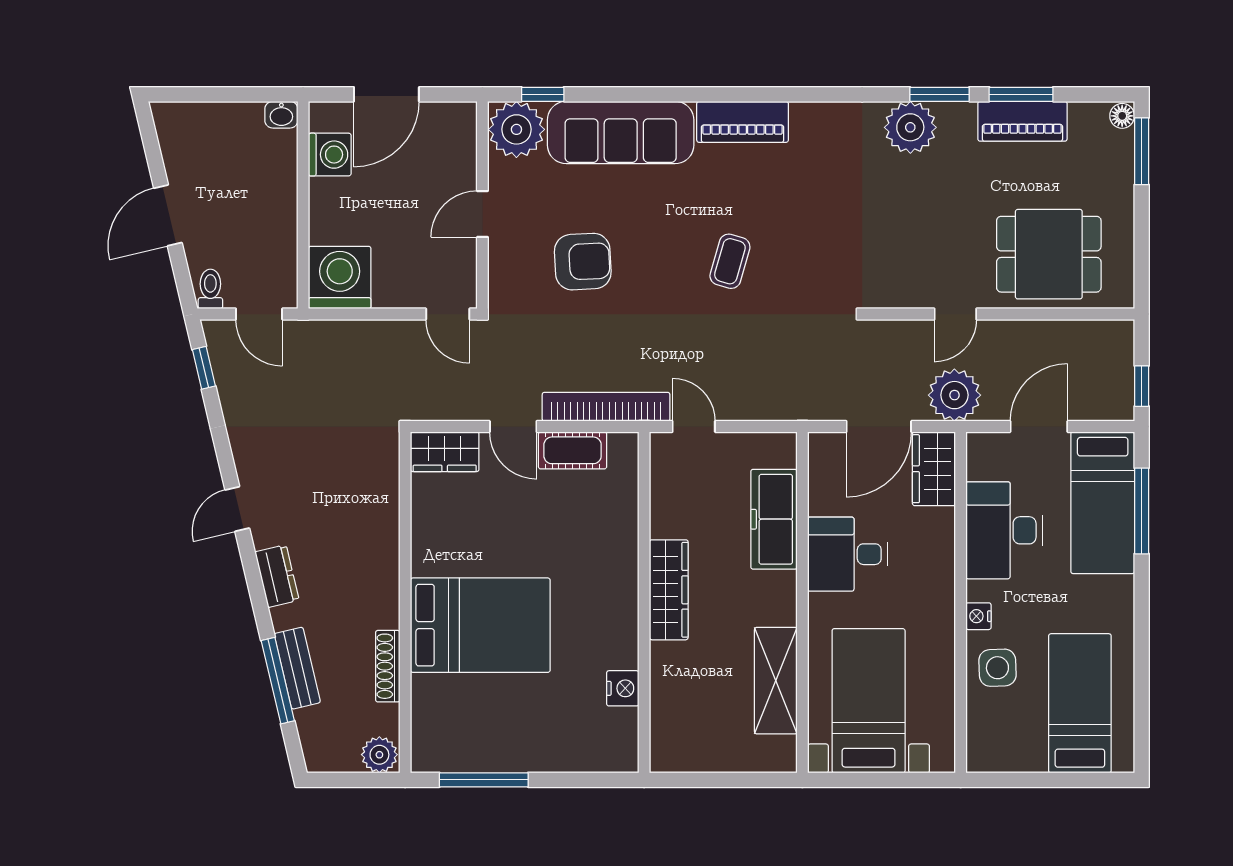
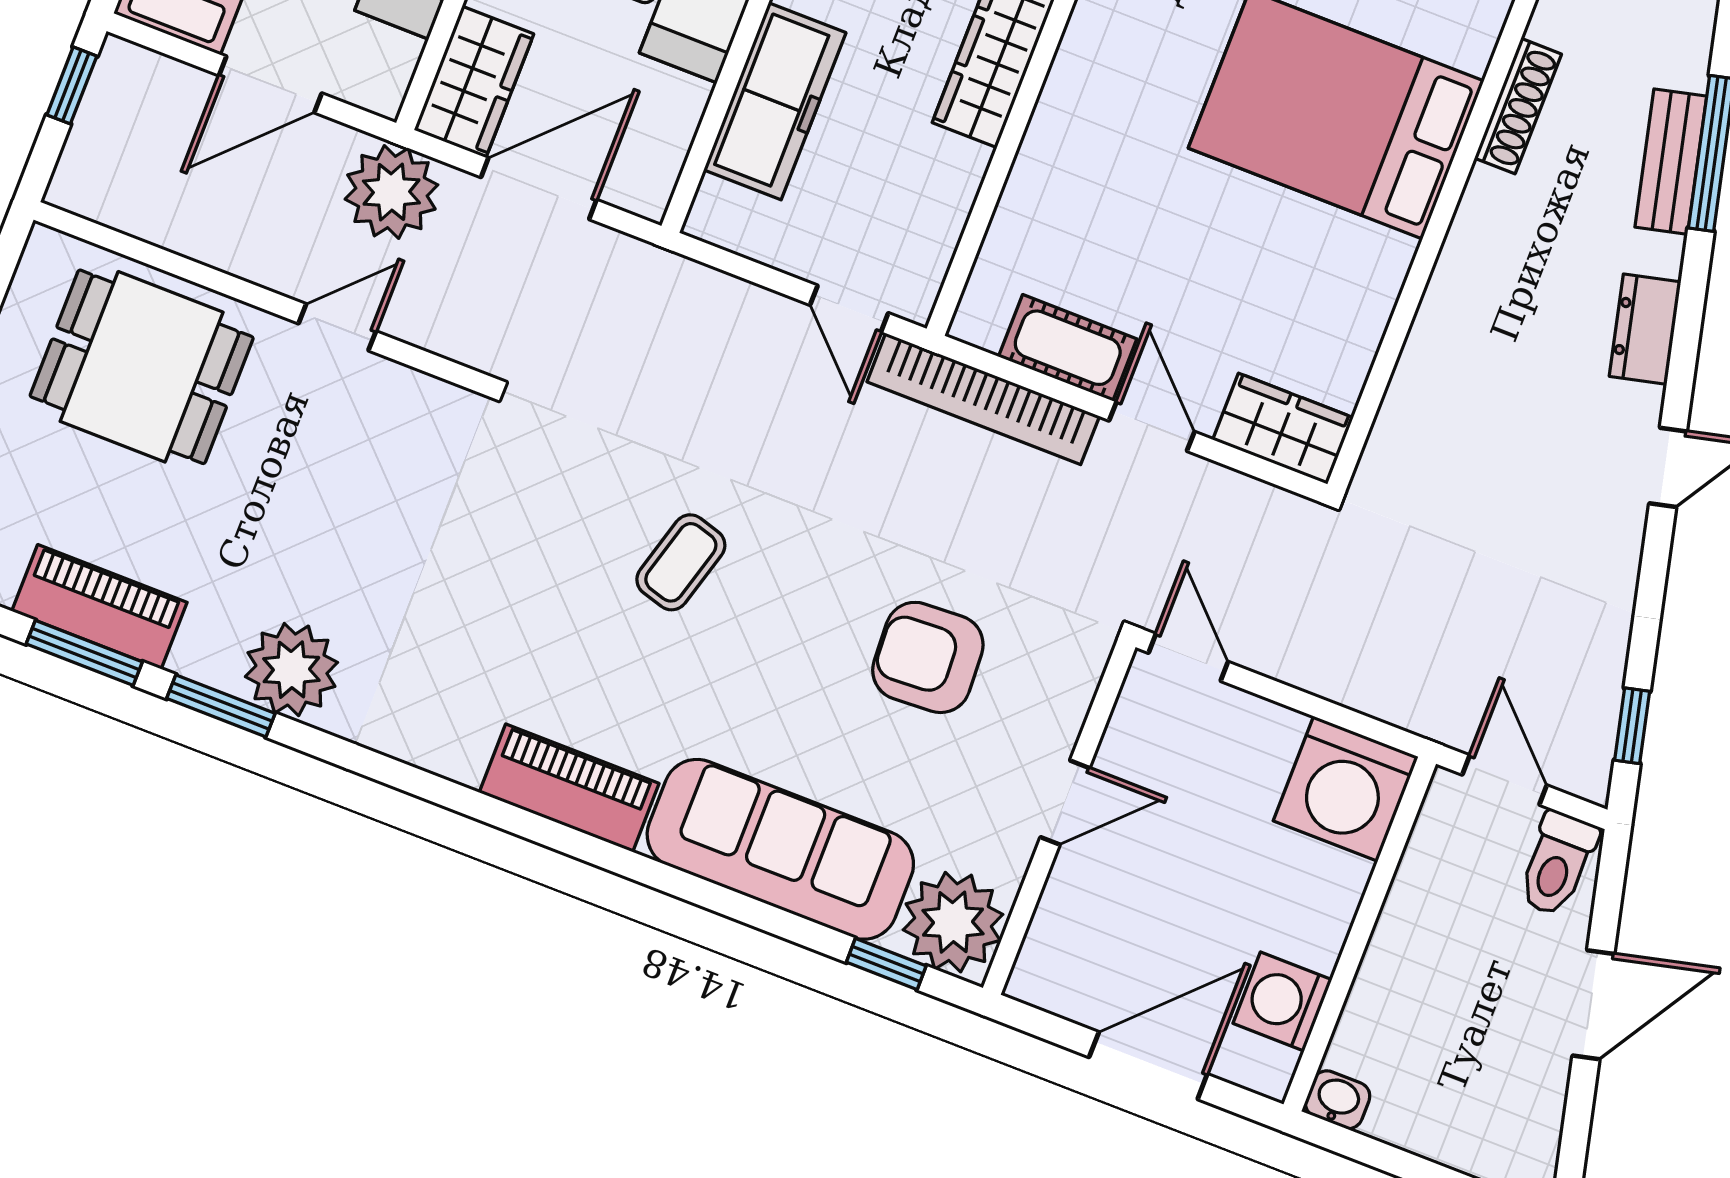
toilet: (210, 289) -> (1557, 864), width x1.37, depth x1.39

